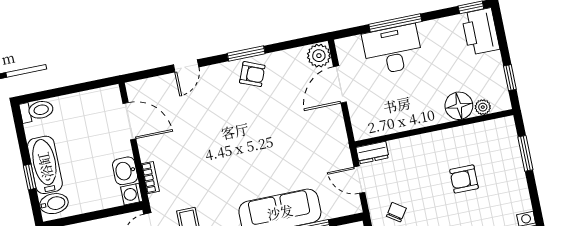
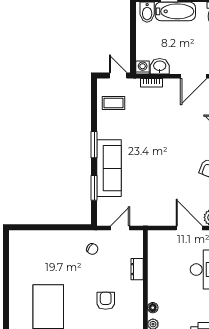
floor lamp: (459, 106) -> (153, 308), width x0.53, depth x0.53
dresser: (372, 153) -> (137, 269), moved

